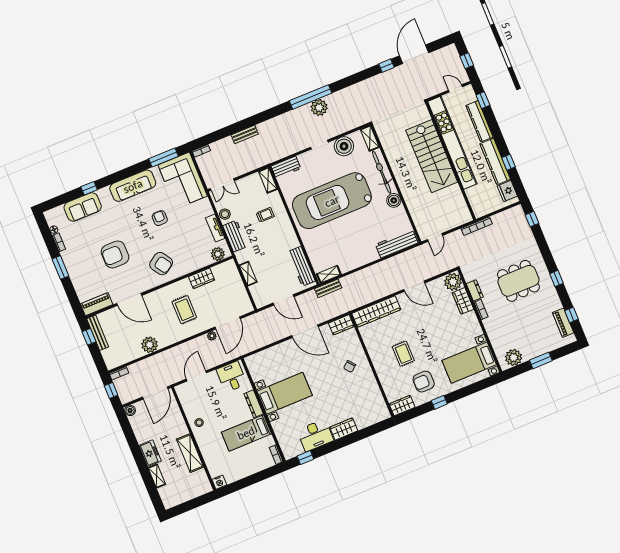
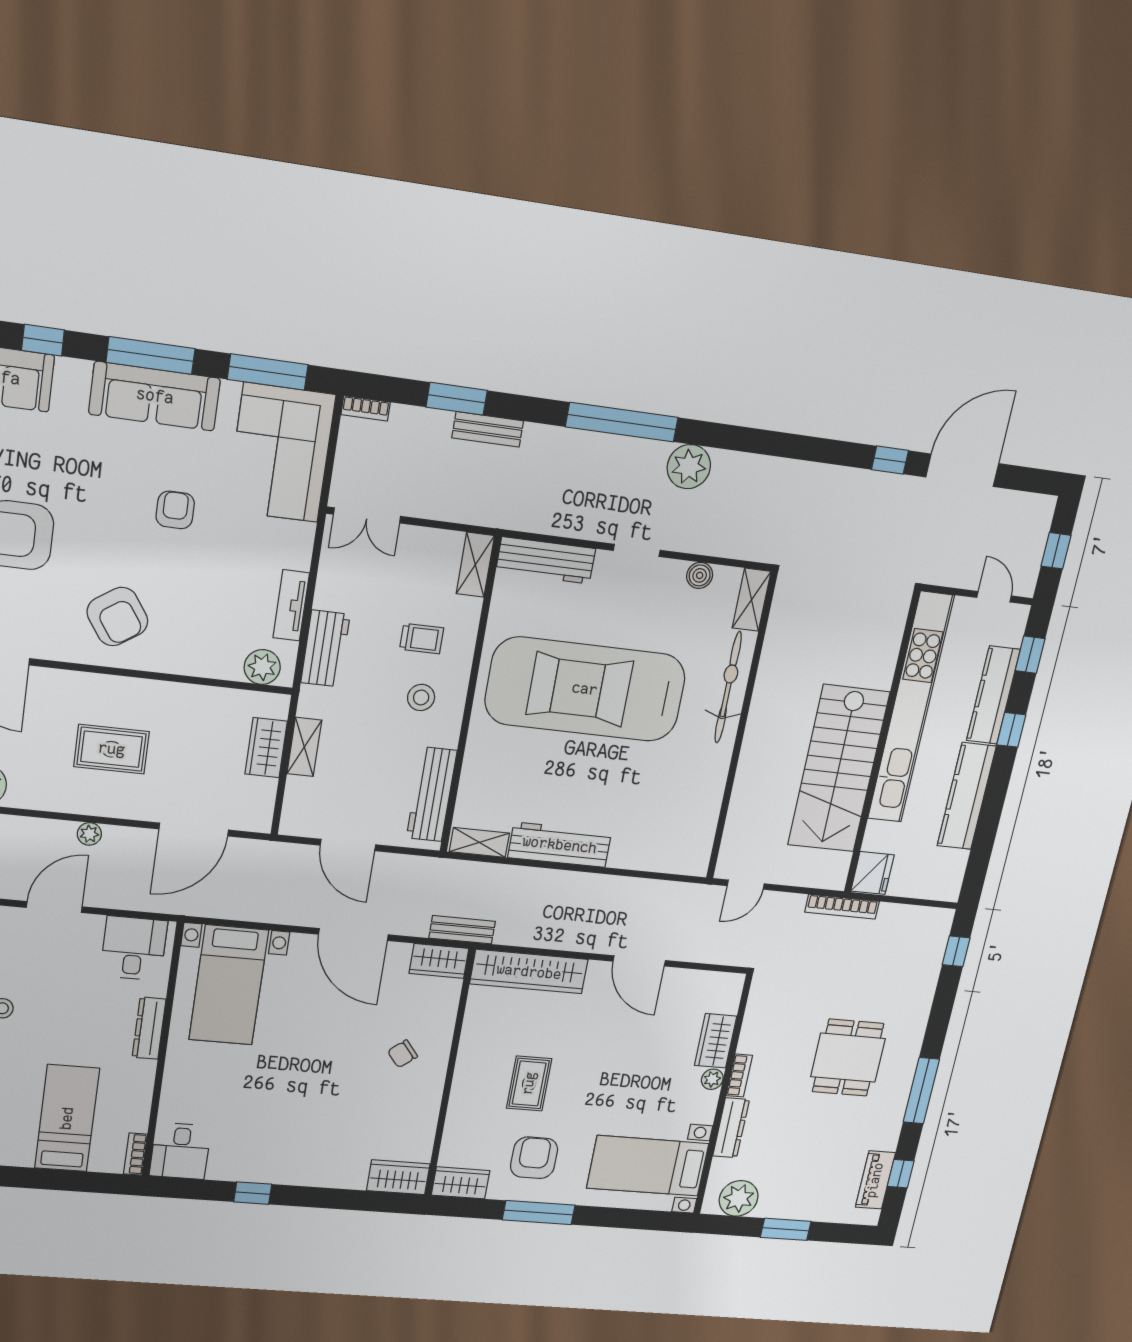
window: (311, 97) -> (622, 422), moved
window: (229, 131) -> (457, 399), added
boiler: (344, 146) -> (700, 575), width x0.54, depth x0.54
stairs: (432, 156) -> (839, 769), moved
window: (509, 162) -> (1011, 730), moved
workbench: (286, 167) -> (546, 560), width x1.37
window: (124, 174) -> (151, 355), added
fridge: (507, 191) -> (872, 873), moved, turned 180
boiler: (394, 200) -> (714, 762), removed
stool: (225, 214) -> (421, 697), moved
workbench: (397, 244) -> (560, 845), moved
wardrobe: (202, 278) -> (266, 748), moved, turned 90
window: (556, 278) -> (921, 1091), width x2.17
dining table: (518, 281) -> (848, 1058), width x0.73
plant: (453, 282) -> (712, 1079), moved, width x0.53, depth x0.53
bench: (328, 288) -> (462, 930), moved
dresser: (475, 290) -> (731, 1128), moved, width x1.44
rug: (184, 310) -> (112, 749), turned 90
plant: (212, 336) -> (89, 834), moved
armchair: (424, 382) -> (534, 1158), turned 90
bed with nightstands: (285, 393) -> (229, 985), moved, turned 90
window: (439, 402) -> (539, 1213), width x2.17
wardrobe: (344, 429) -> (398, 1177), moved
bed: (246, 433) -> (67, 1118), moved, turned 90
desk: (315, 435) -> (180, 1151), moved, width x0.73
window: (305, 458) -> (253, 1193), moved

